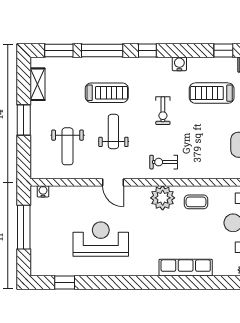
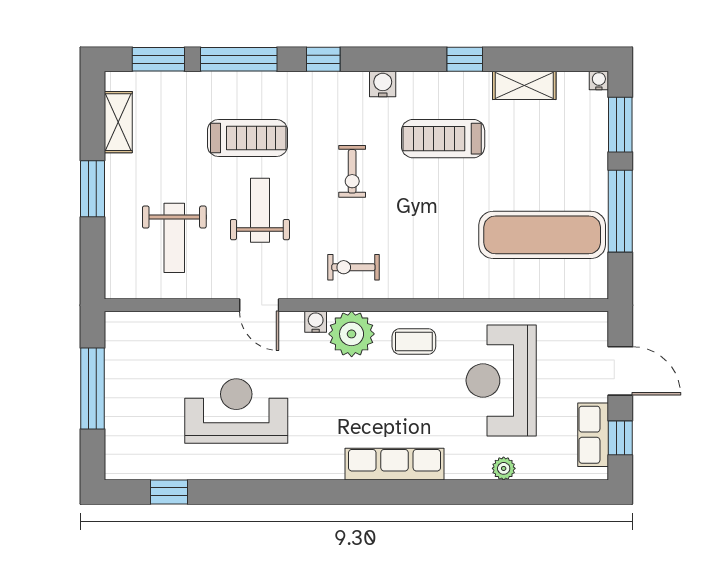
water cooler: (43, 191) -> (316, 322), moved

